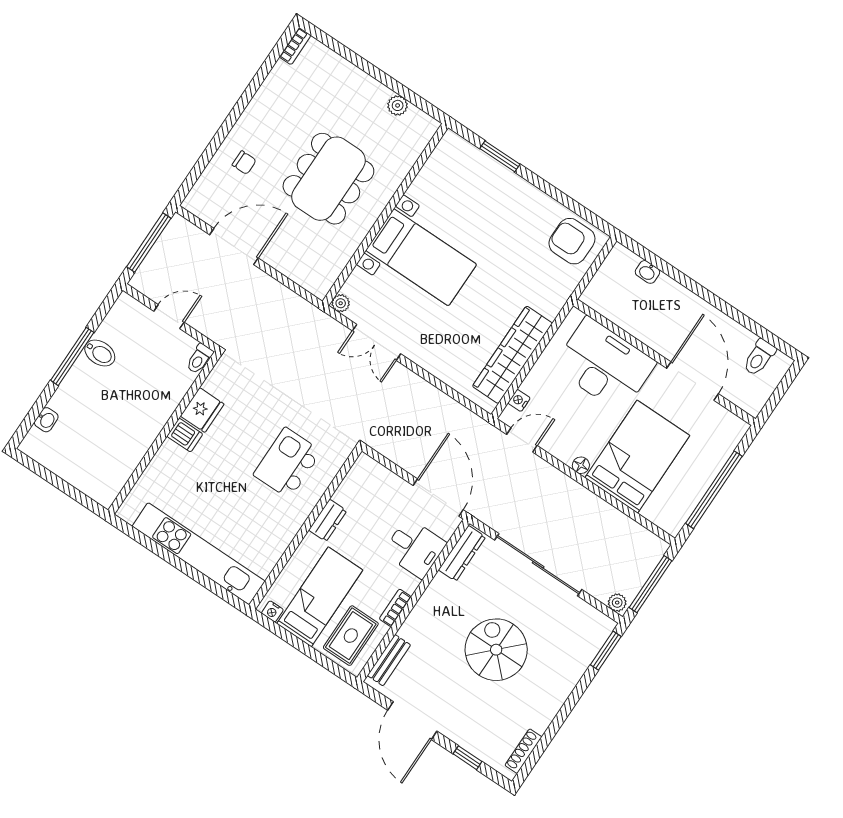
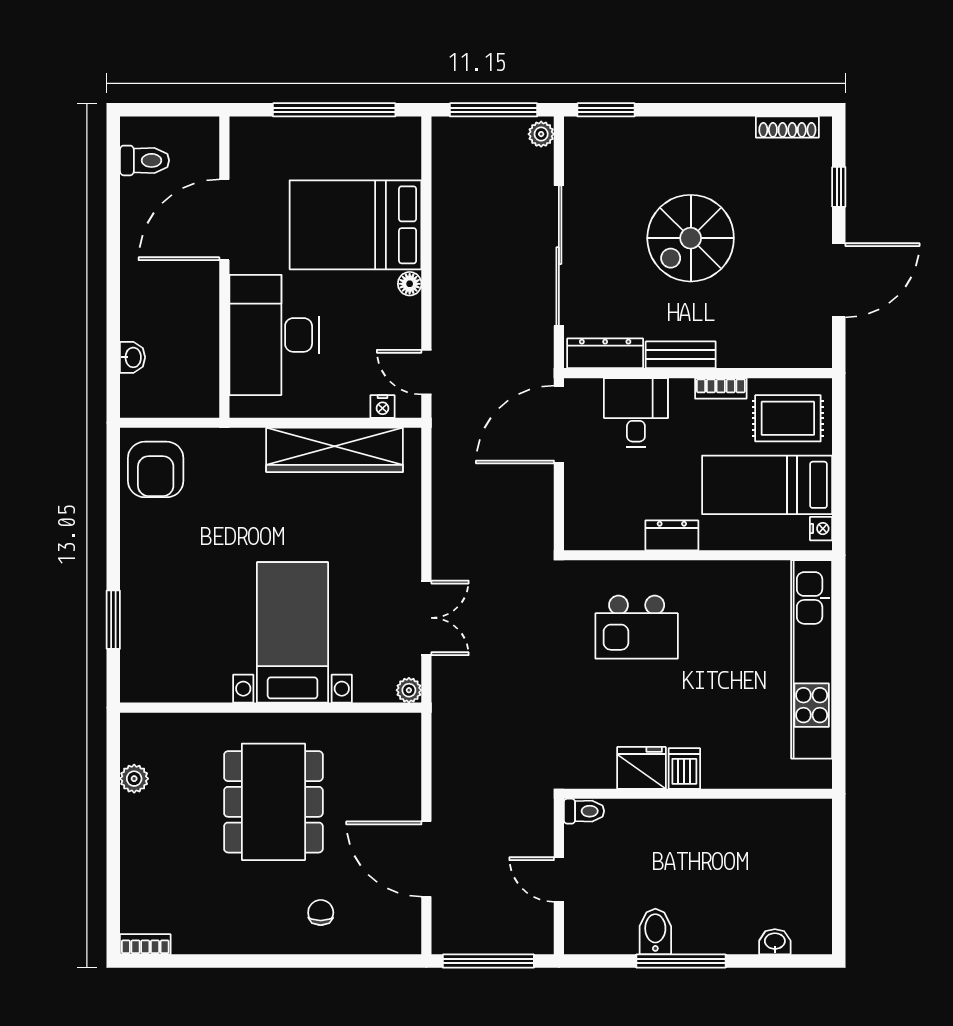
dining table: (328, 179) -> (273, 802), turned 90
bench: (389, 660) -> (681, 355), moved

